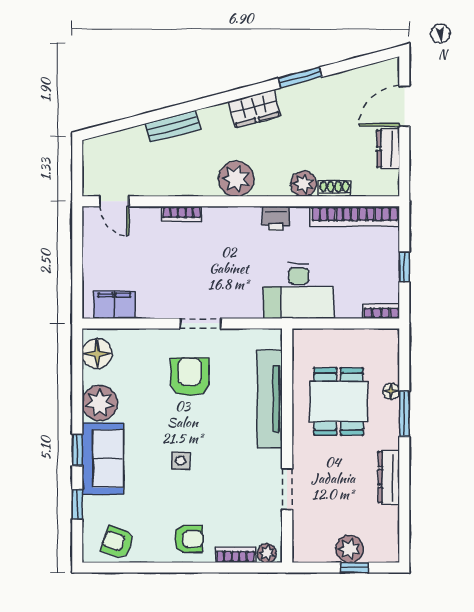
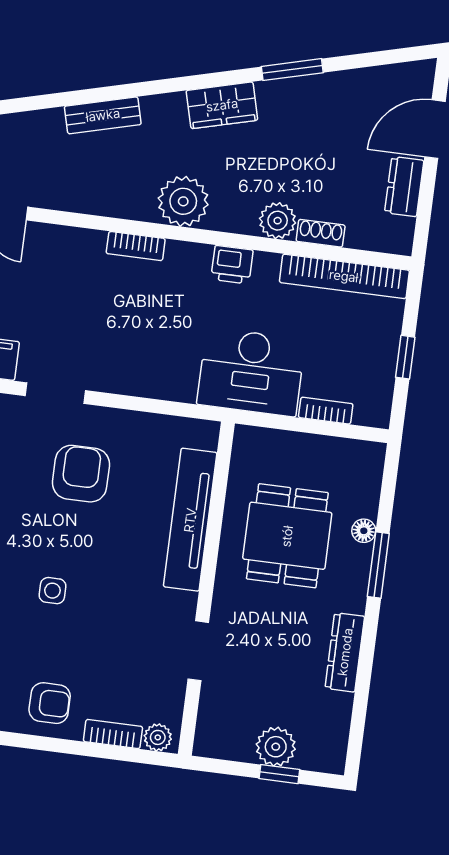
bookcase: (182, 214) -> (136, 246), moved
bookcase: (381, 311) -> (326, 411), moved
doorway: (200, 323) -> (55, 393), moved

